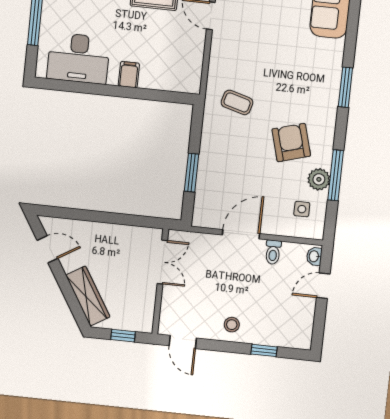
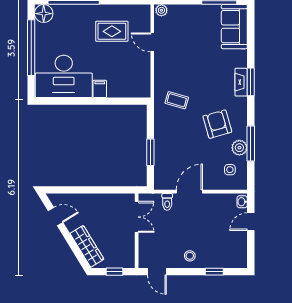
desk: (78, 58) -> (64, 76), width x1.36, depth x1.30
fireplace: (332, 86) -> (241, 82), added
toilet: (273, 252) -> (167, 202), moved

